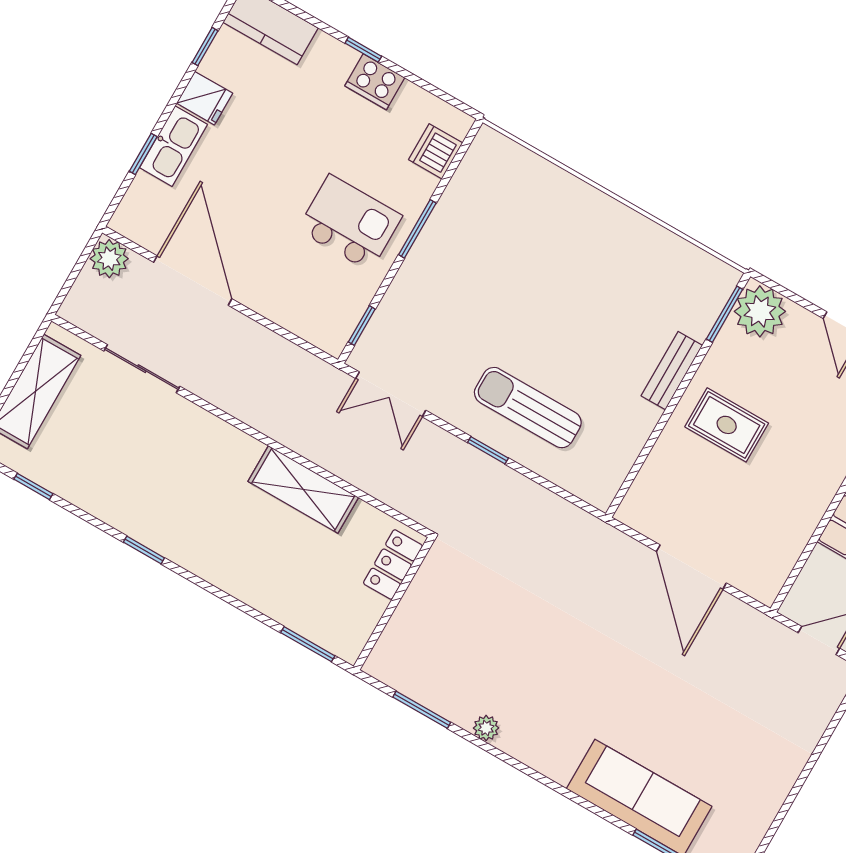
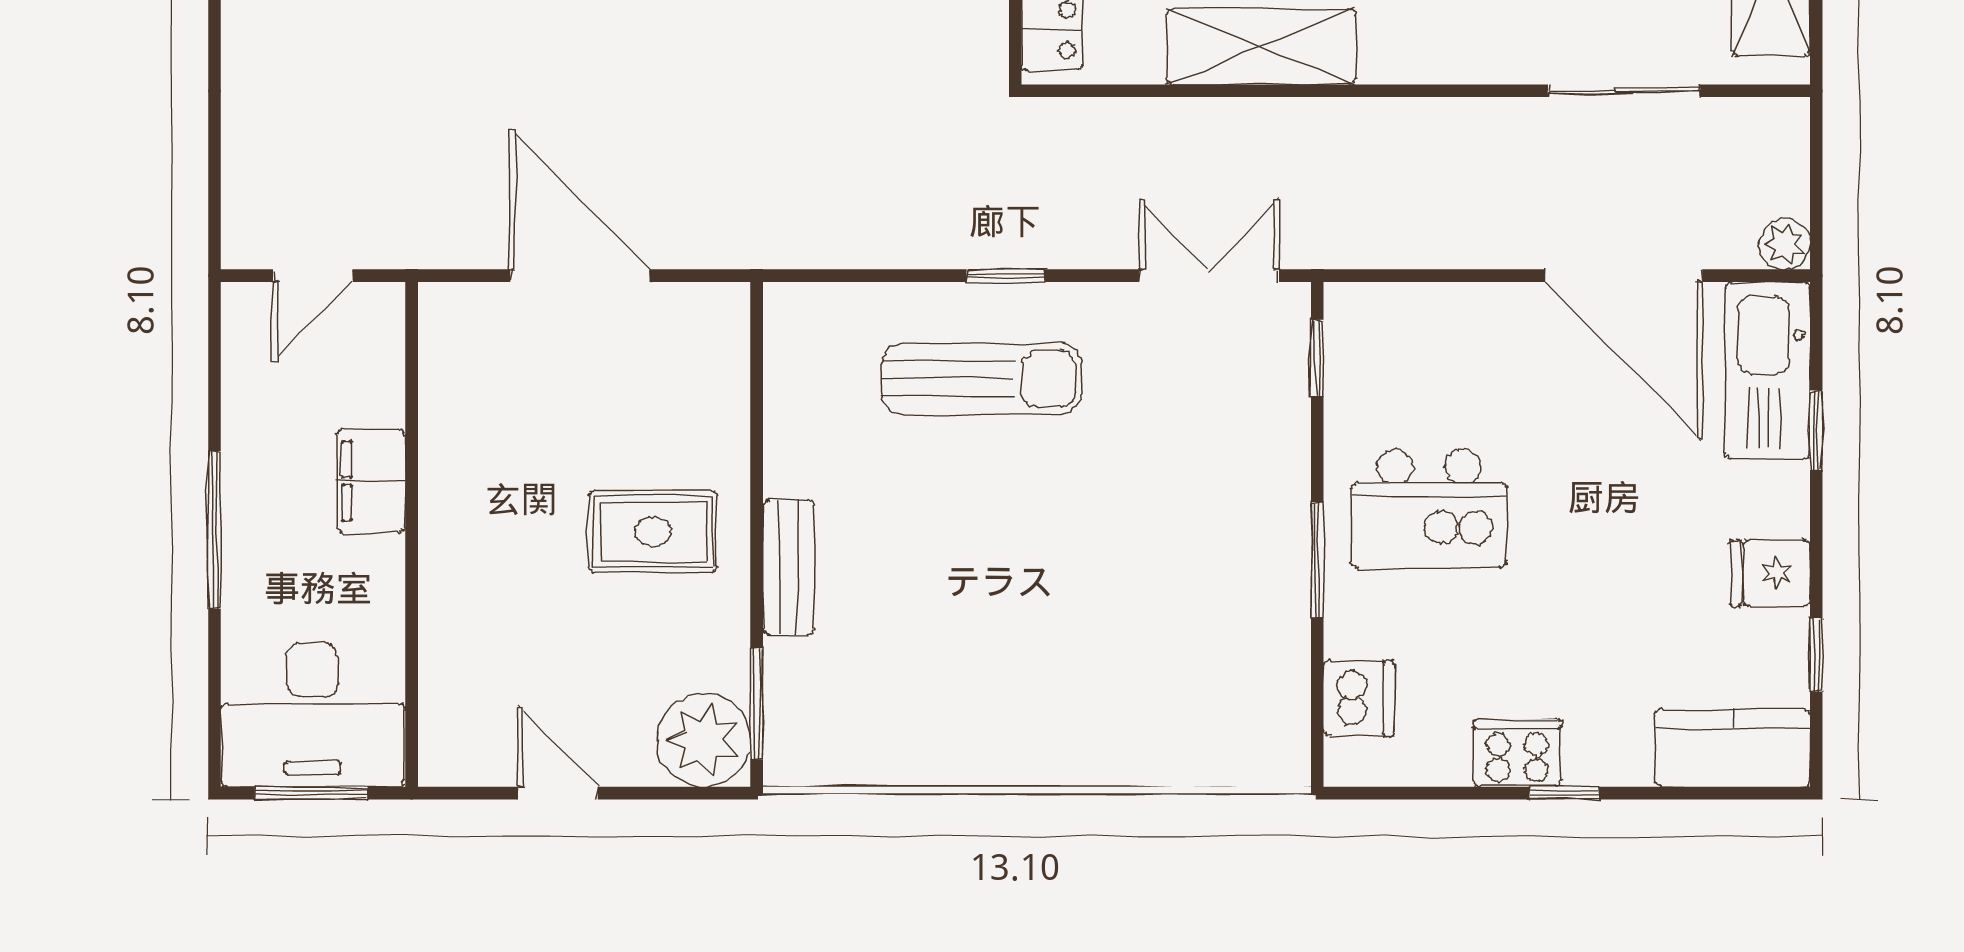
kitchen sink: (174, 146) -> (1767, 370), moved, width x1.36, depth x1.24
plant: (109, 259) -> (1785, 244), width x0.73, depth x0.73

